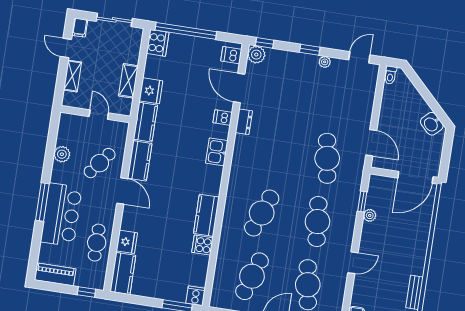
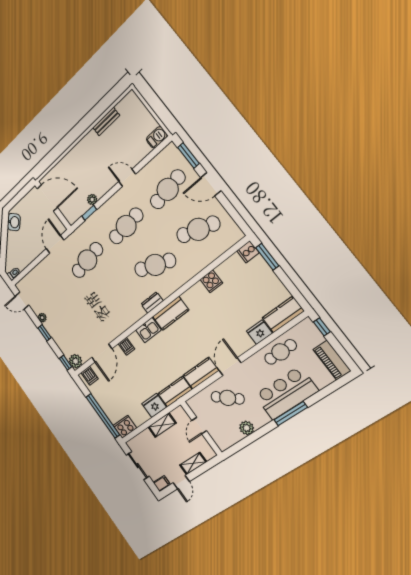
dresser: (244, 122) -> (152, 302), moved
kitchen counter: (206, 215) -> (171, 313), moved

